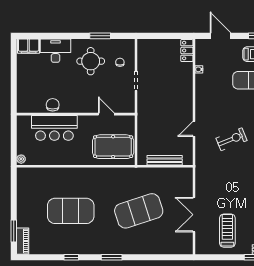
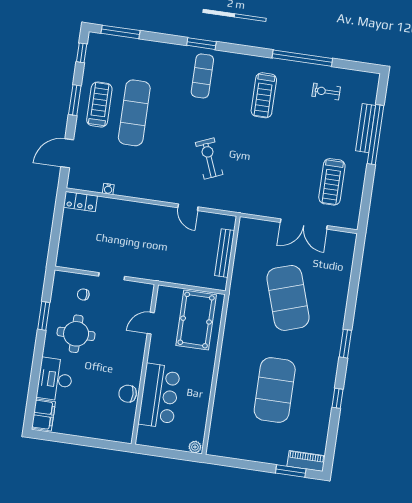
treadmill: (227, 231) -> (332, 182), turned -90

